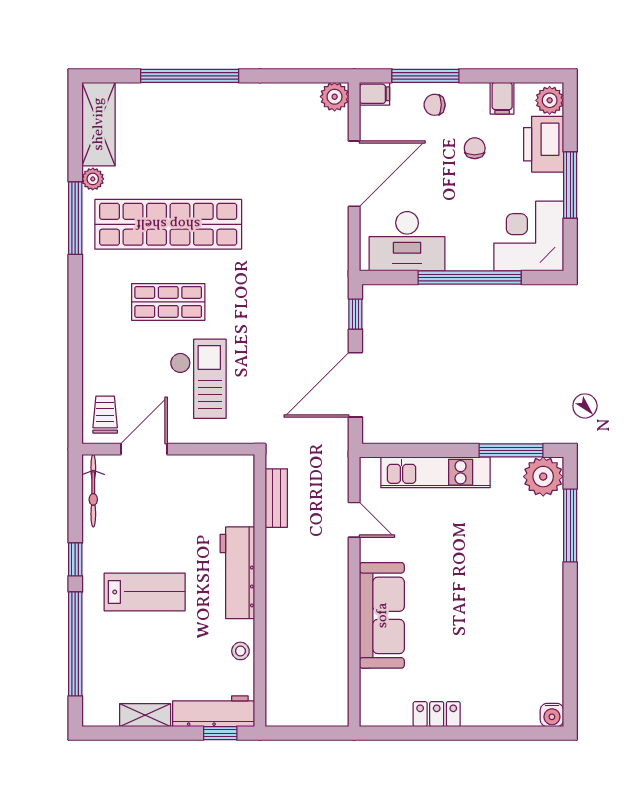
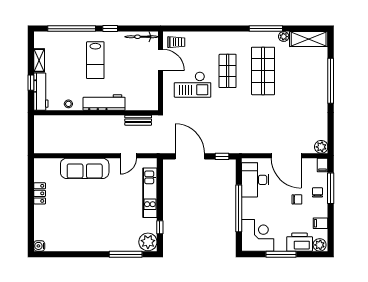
chair: (475, 148) -> (297, 199), moved
shop shelf: (168, 224) -> (263, 71), width x0.71
window: (511, 450) -> (160, 227), width x0.46
window: (220, 733) -> (31, 83), moved

